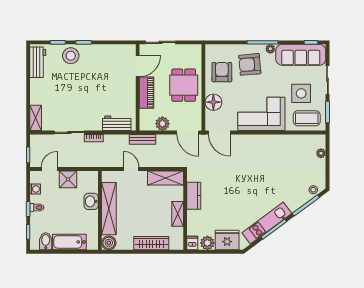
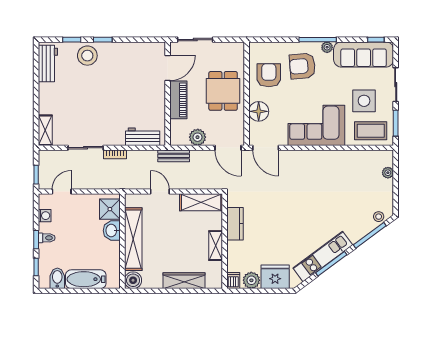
shower: (68, 179) -> (110, 209), moved

